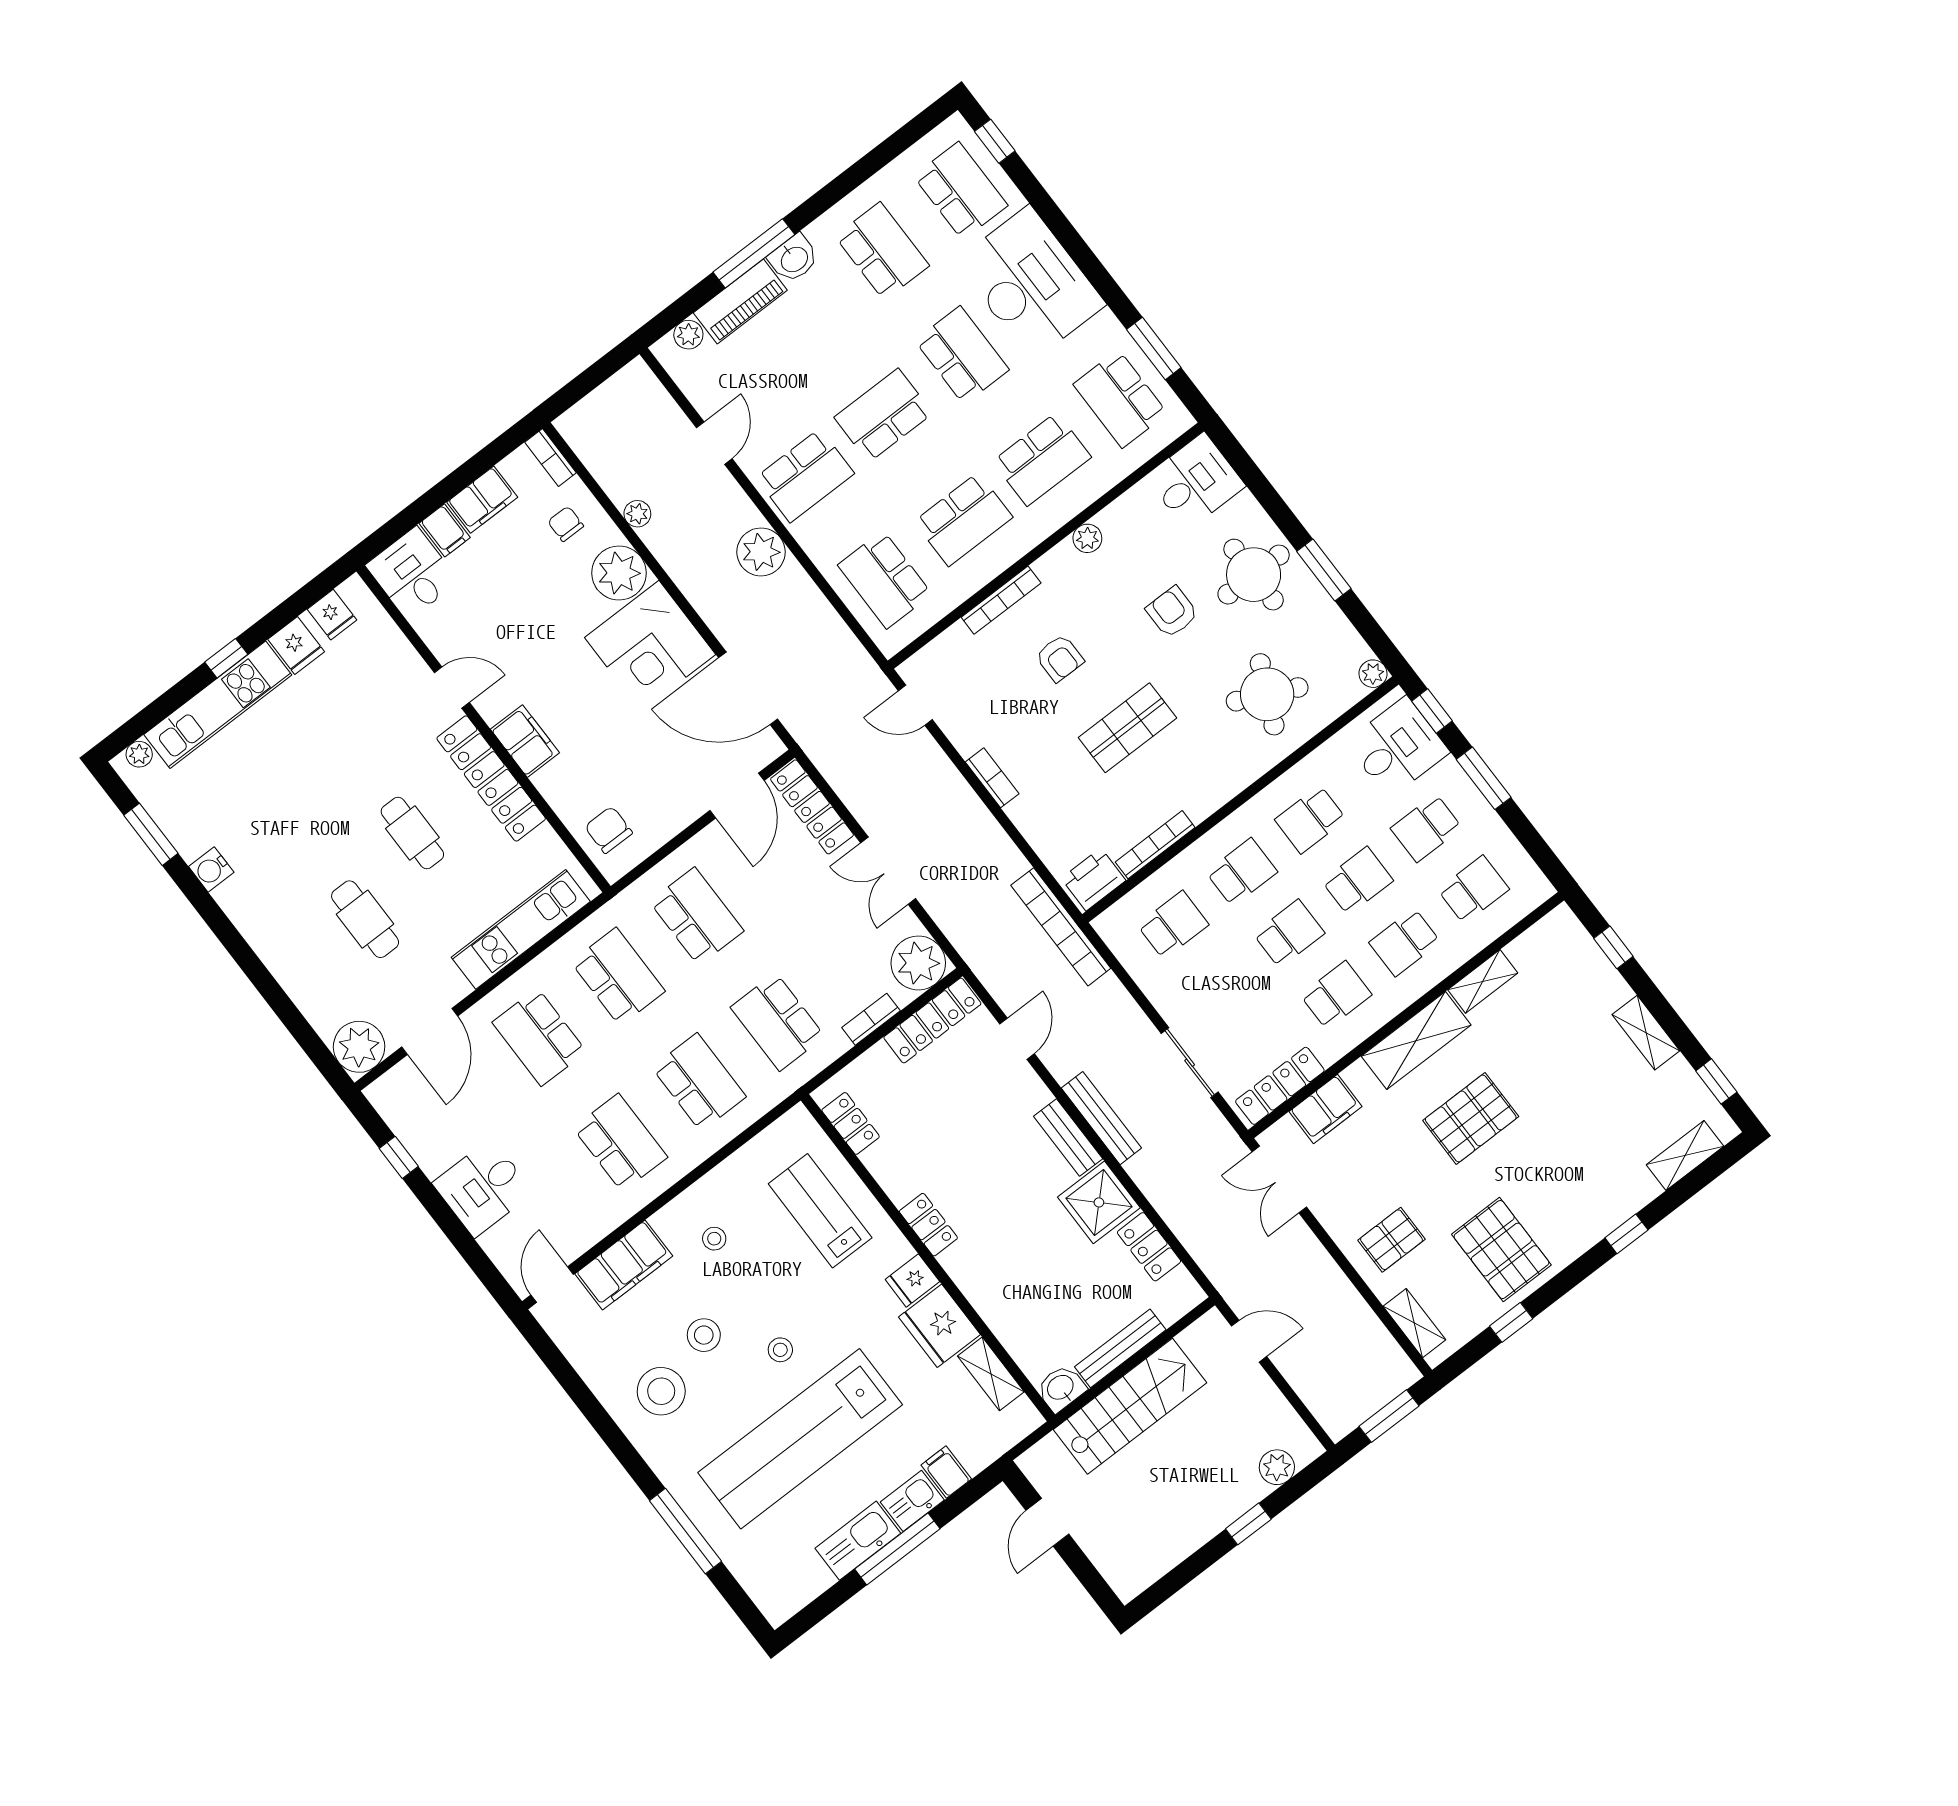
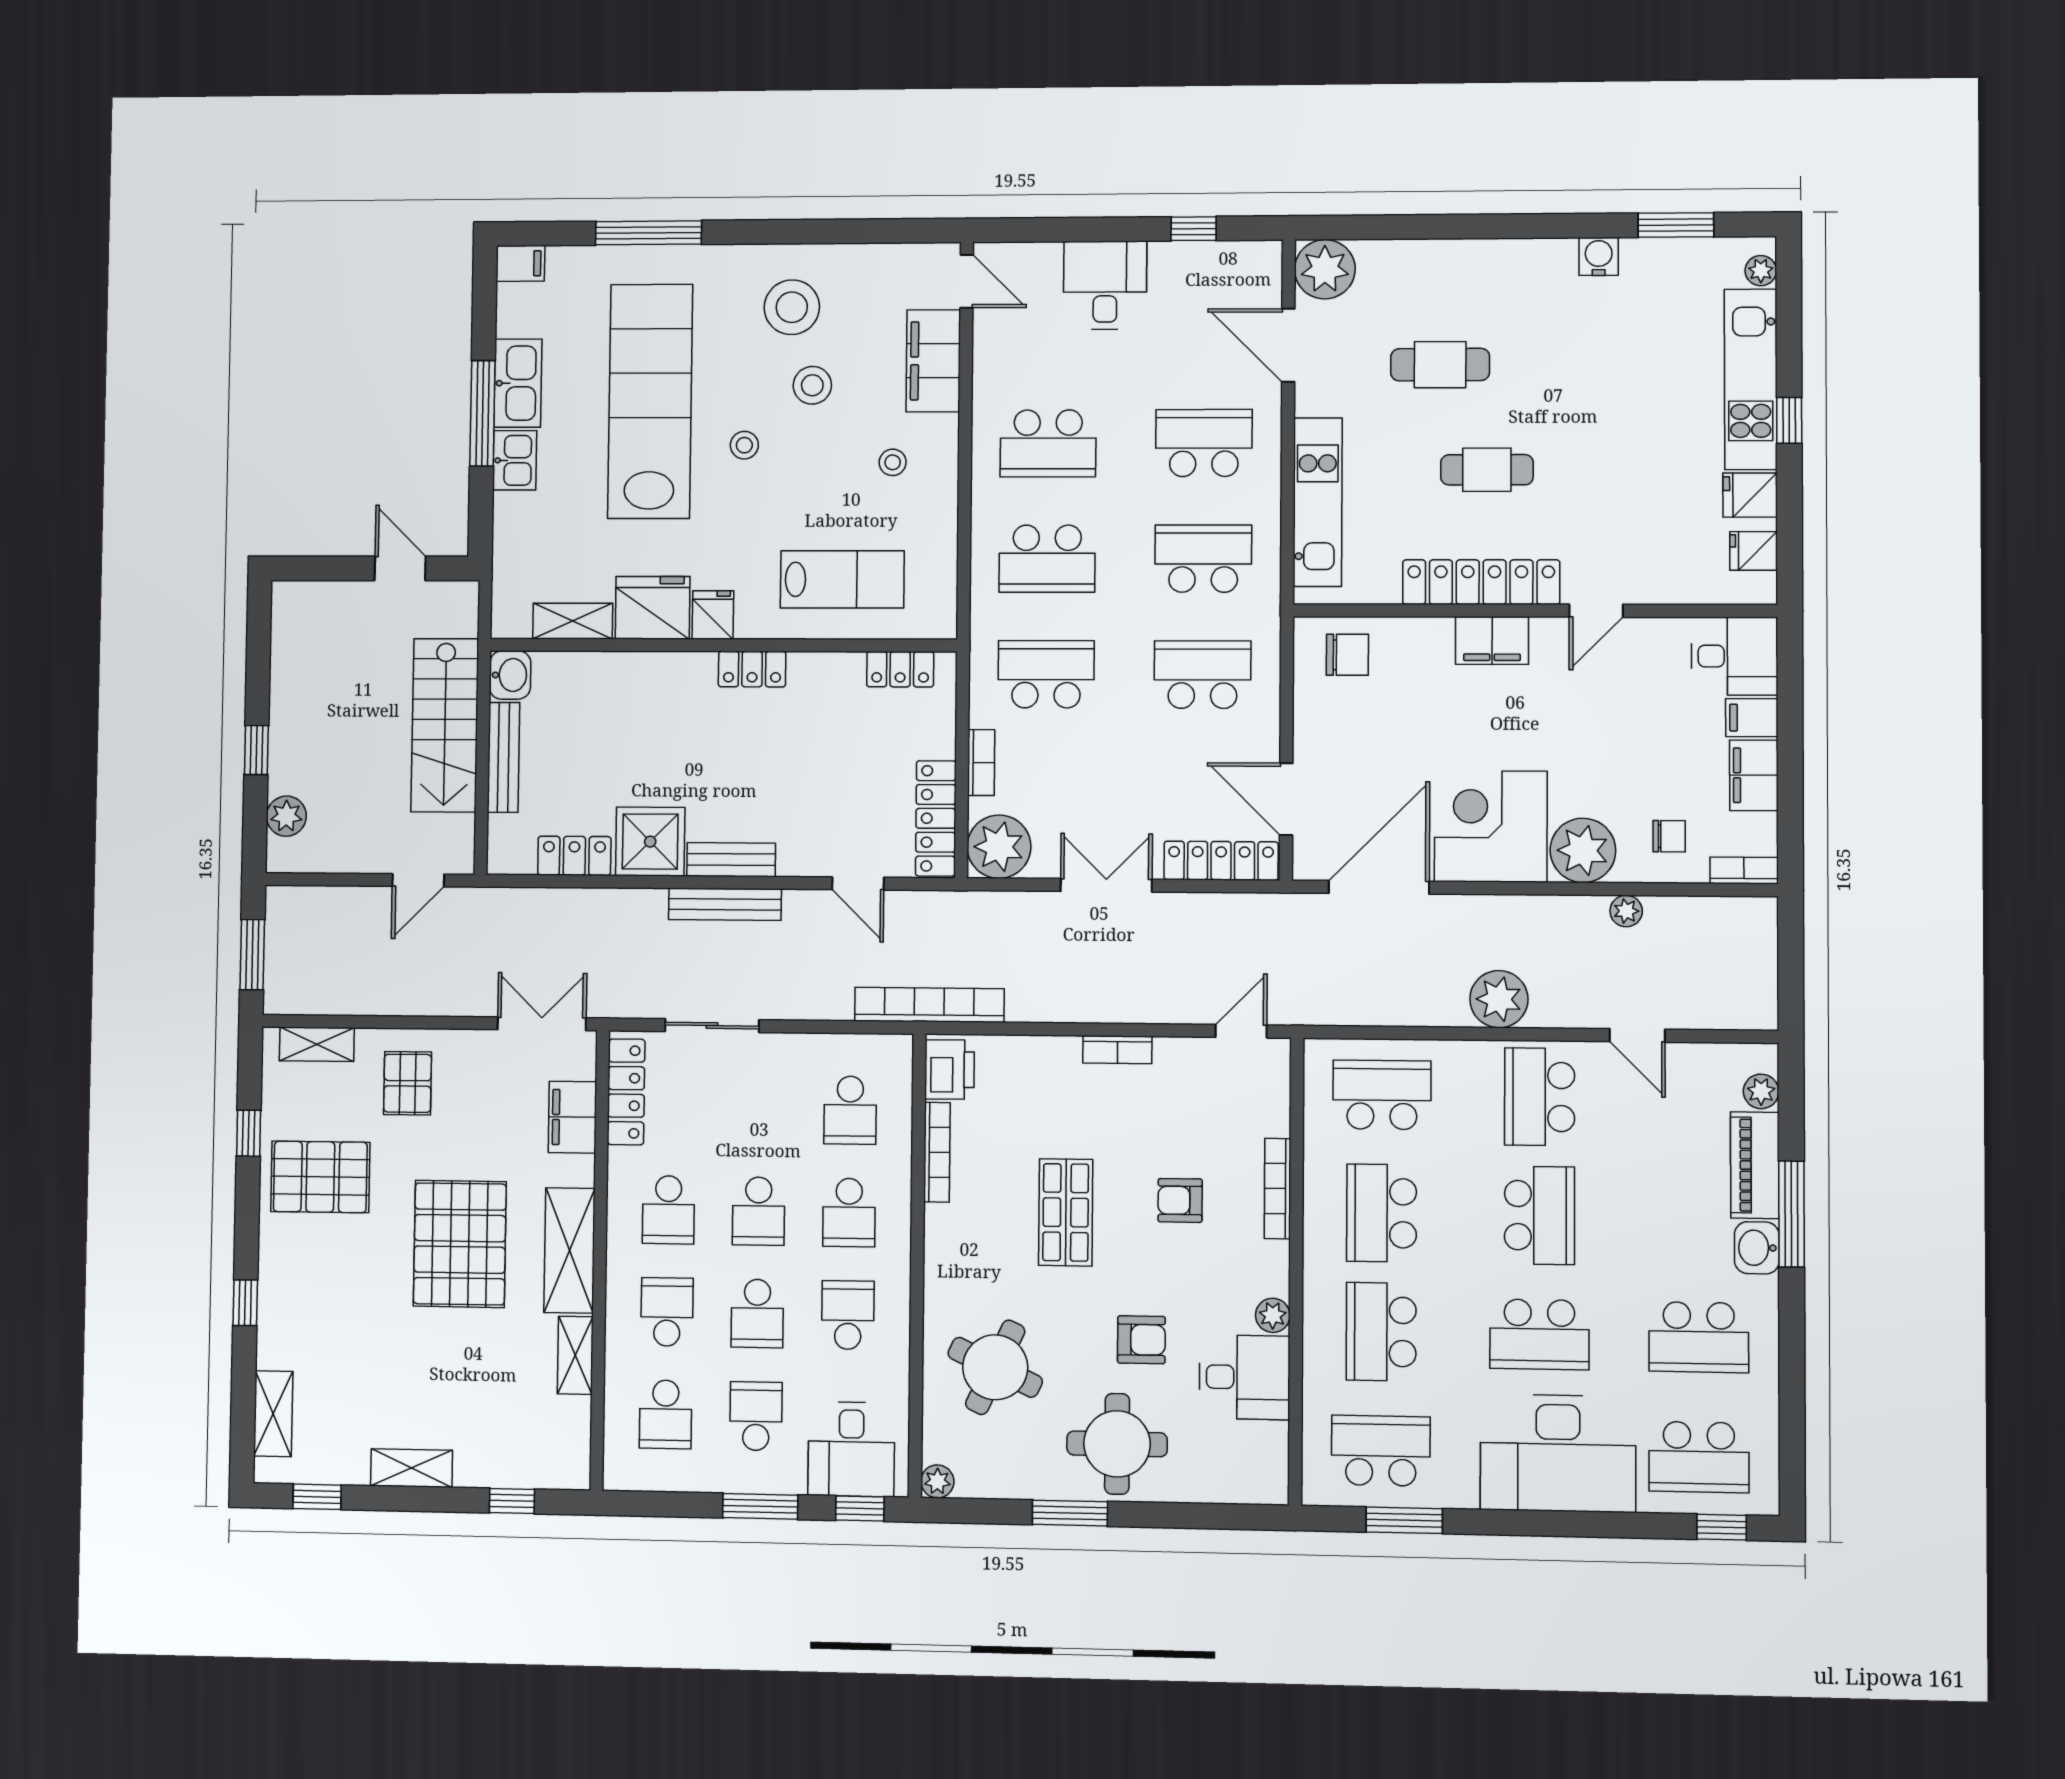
desk: (1195, 481) -> (1244, 1377), moved, turned -90
school desk: (697, 916) -> (1203, 675), turned 180
school desk: (618, 977) -> (1203, 559), turned 180
pallet: (1471, 1118) -> (460, 1244), width x1.37, depth x1.41
filing cabinet: (946, 1472) -> (521, 263), moved

